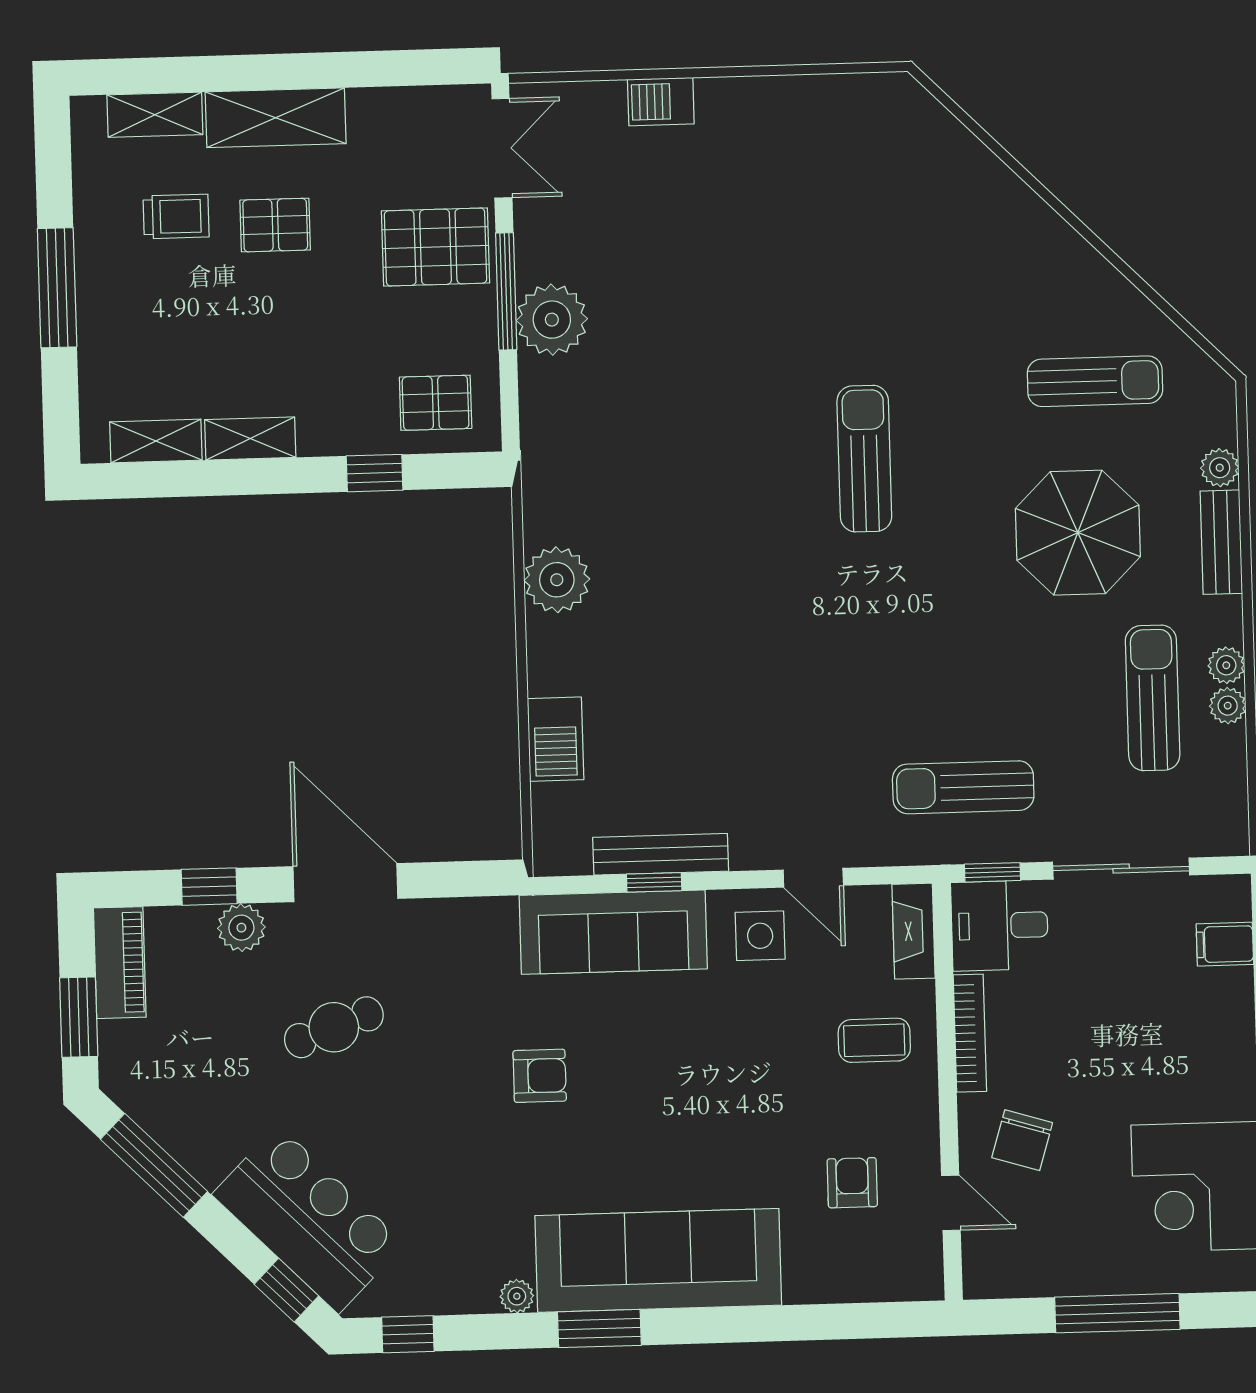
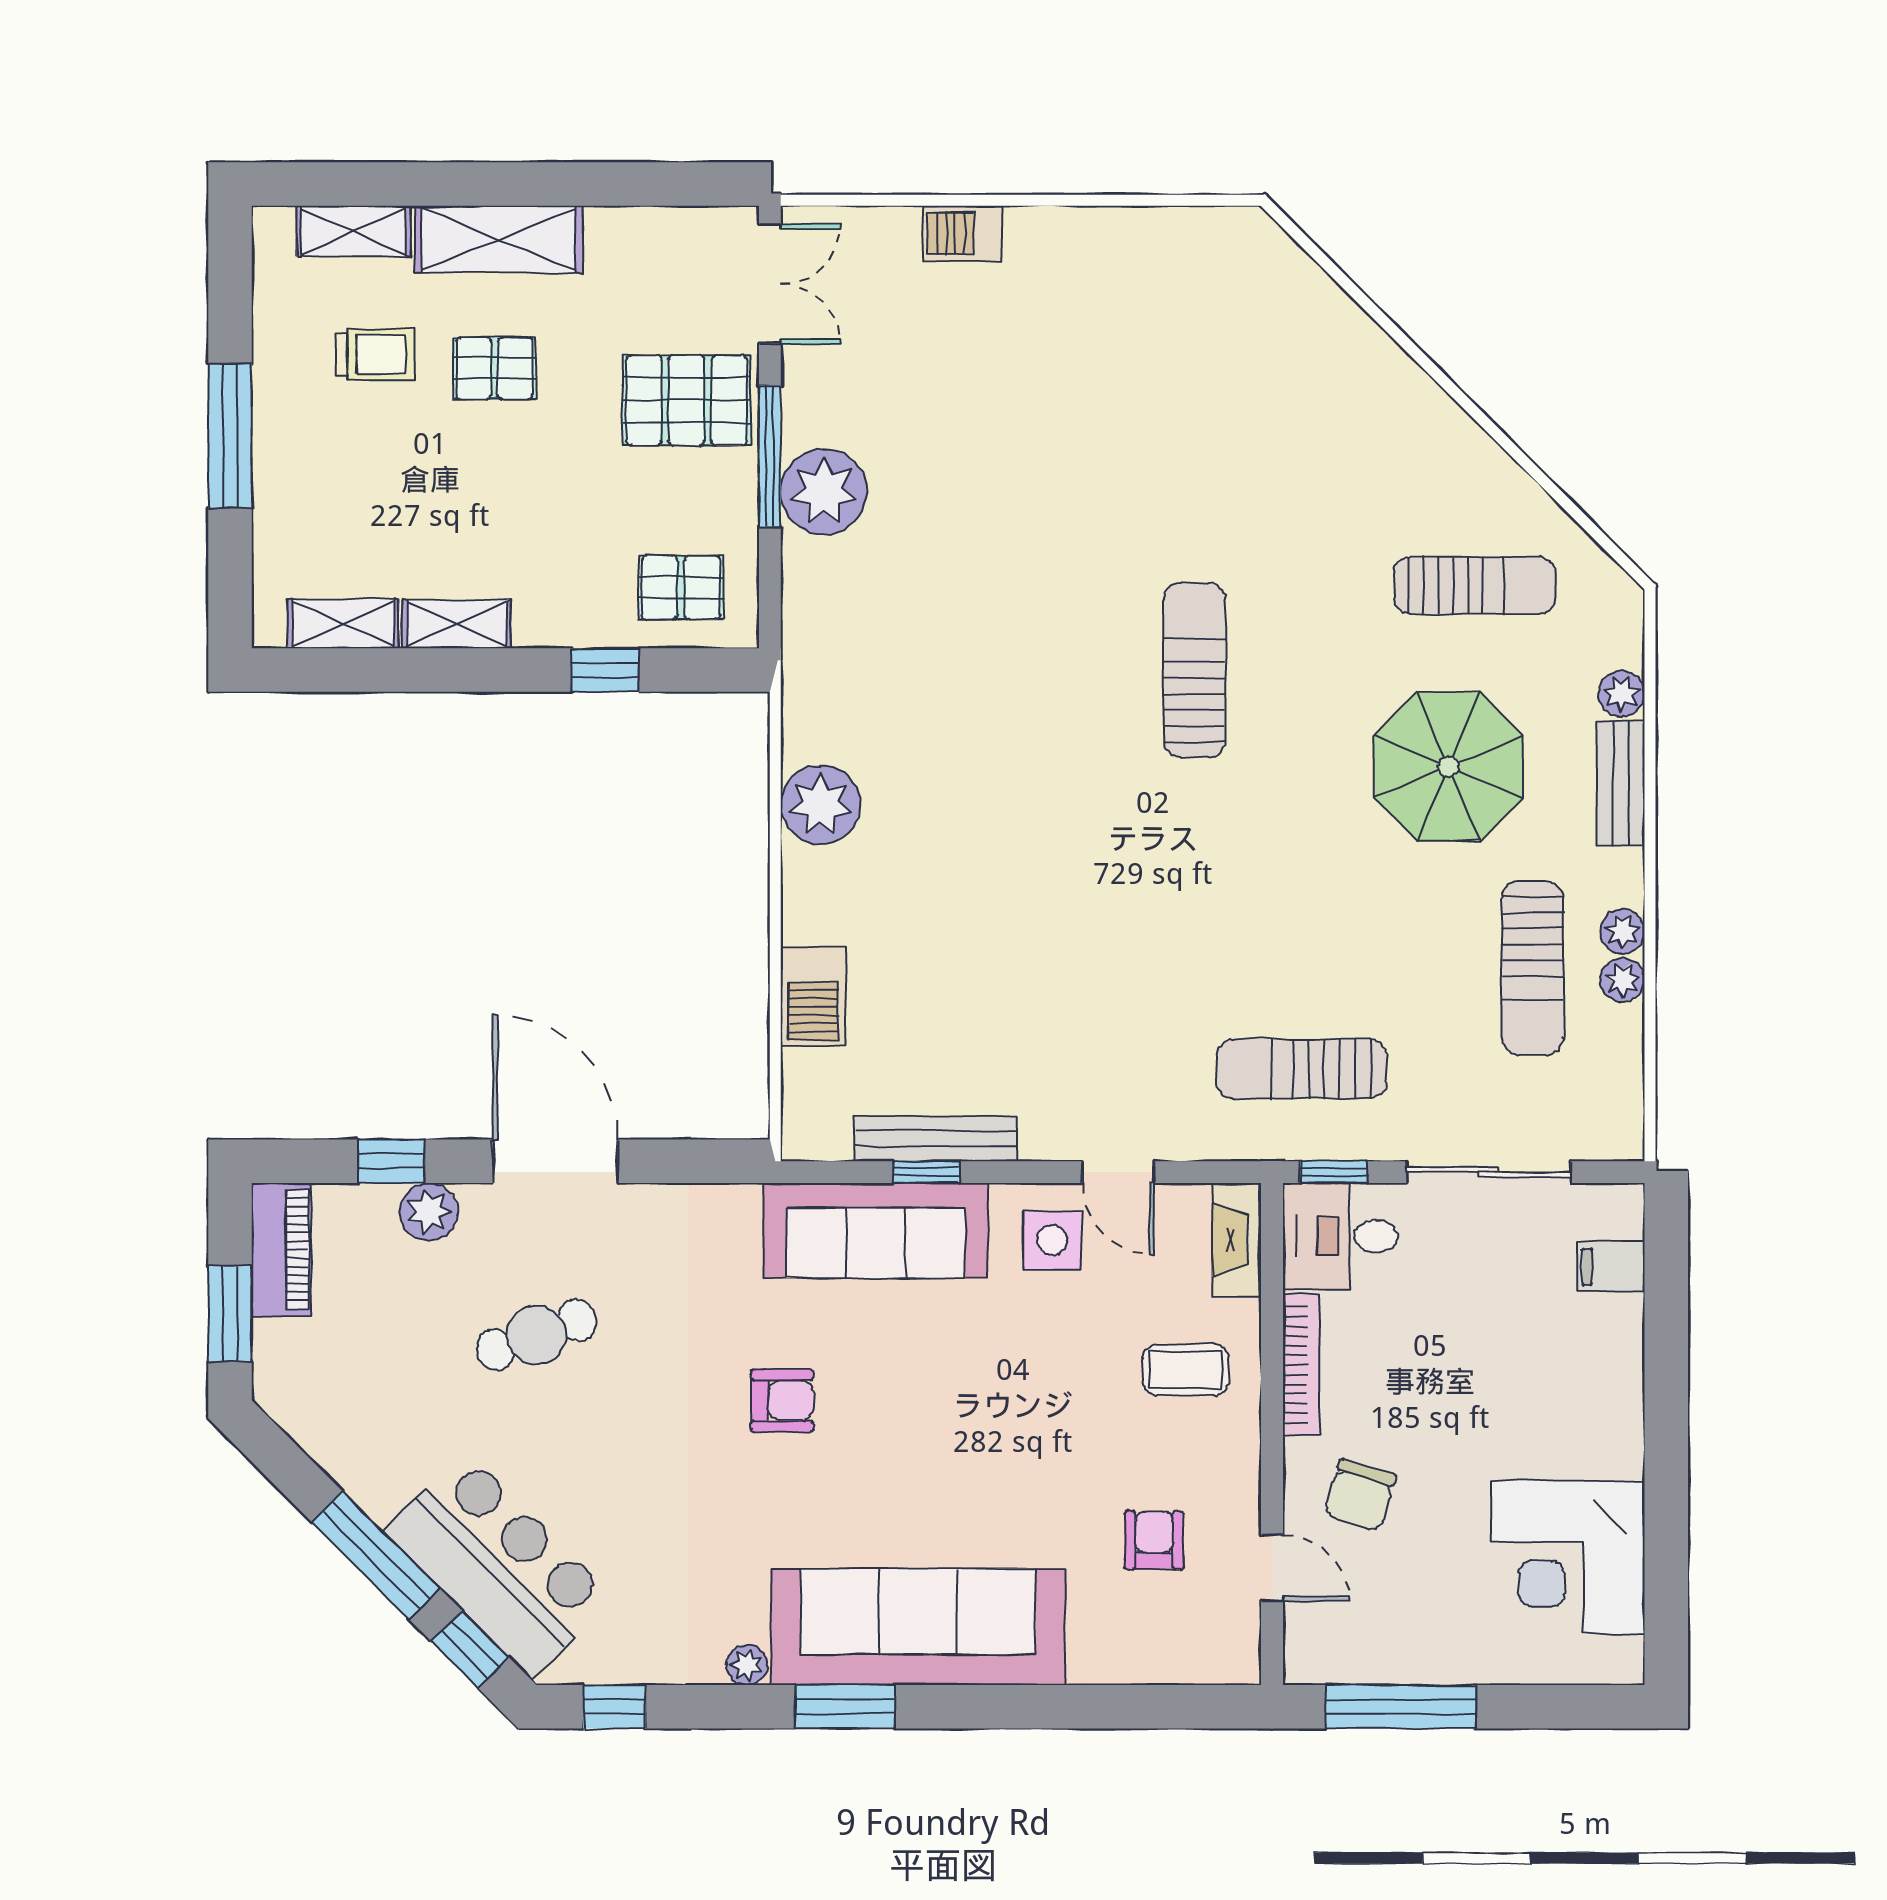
sun lounger: (1153, 698) -> (1533, 968), turned 180
window: (154, 1165) -> (376, 1555), moved
window: (1117, 1313) -> (1401, 1707), moved

